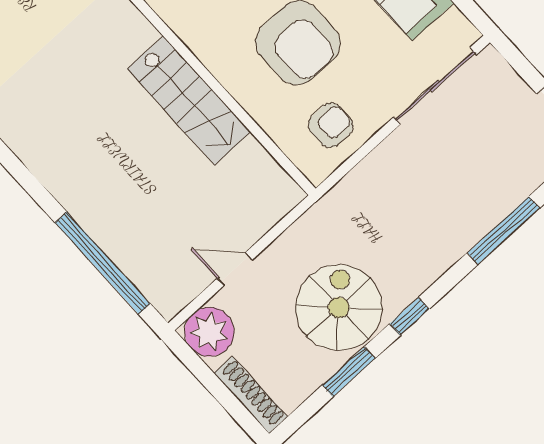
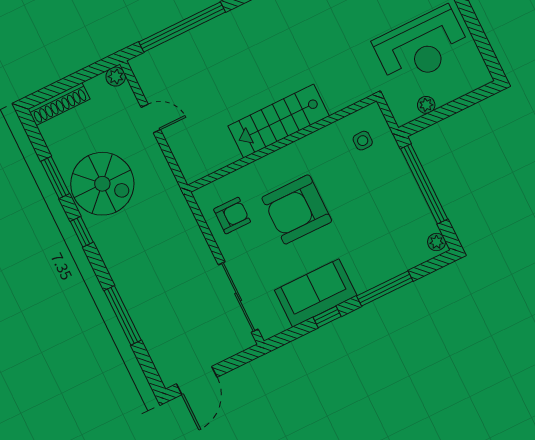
armchair: (331, 125) -> (232, 216), turned -90
door: (235, 269) -> (151, 119), hinge flipped
plant: (209, 332) -> (116, 77), width x0.53, depth x0.53

